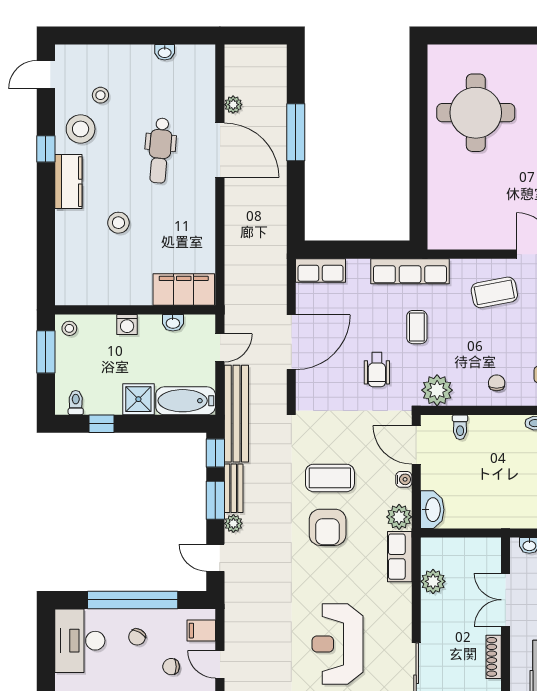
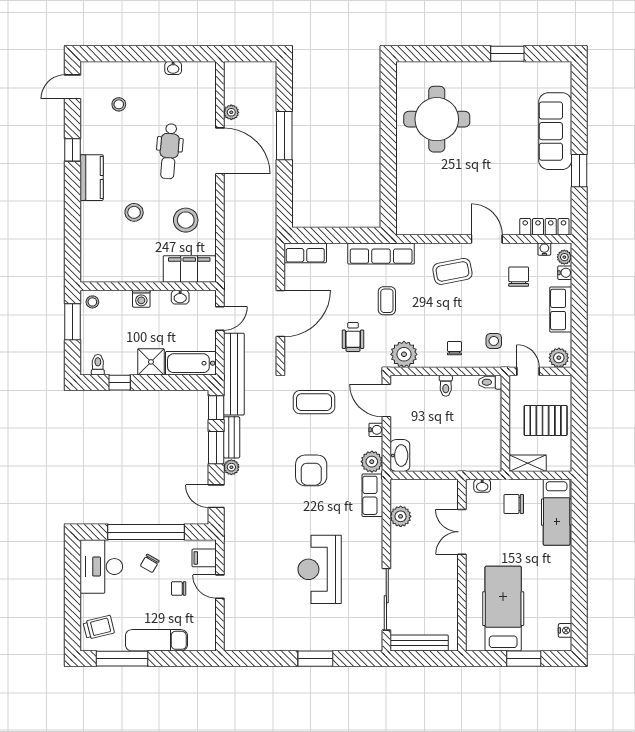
stool: (81, 129) -> (186, 220), moved
toilet: (460, 427) -> (446, 386), moved
coffee table: (330, 478) -> (314, 402), moved
shoe rack: (494, 657) -> (452, 580), removed

